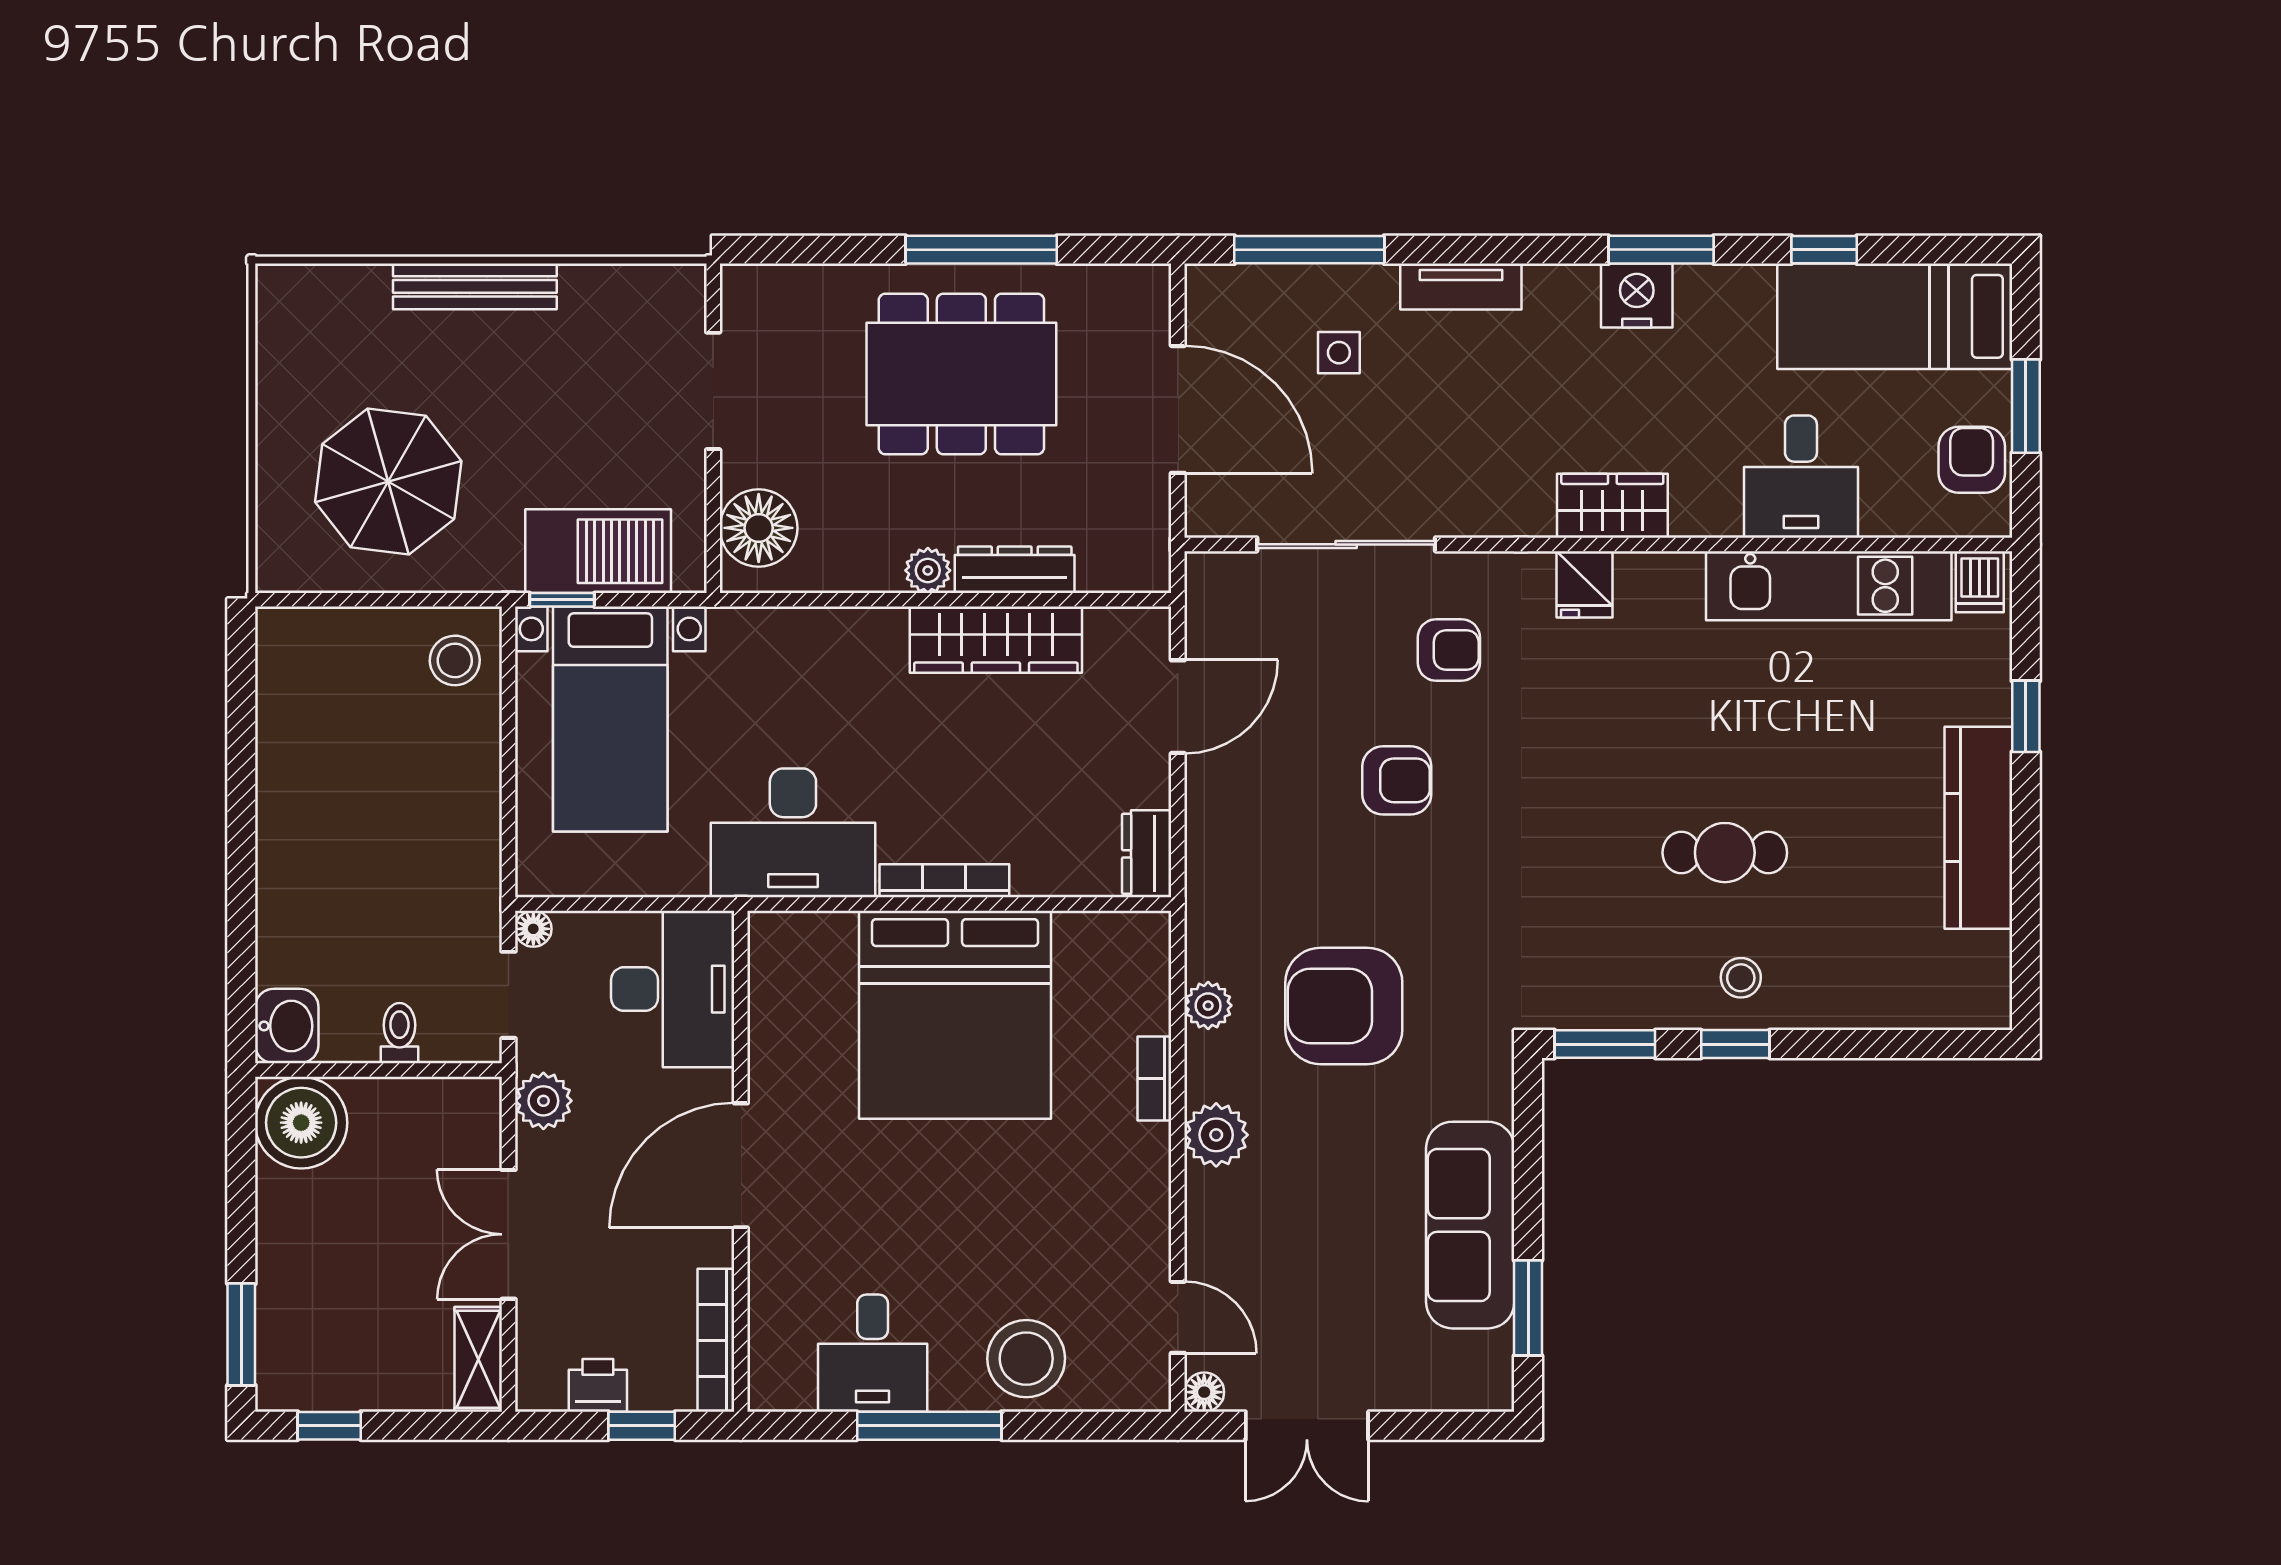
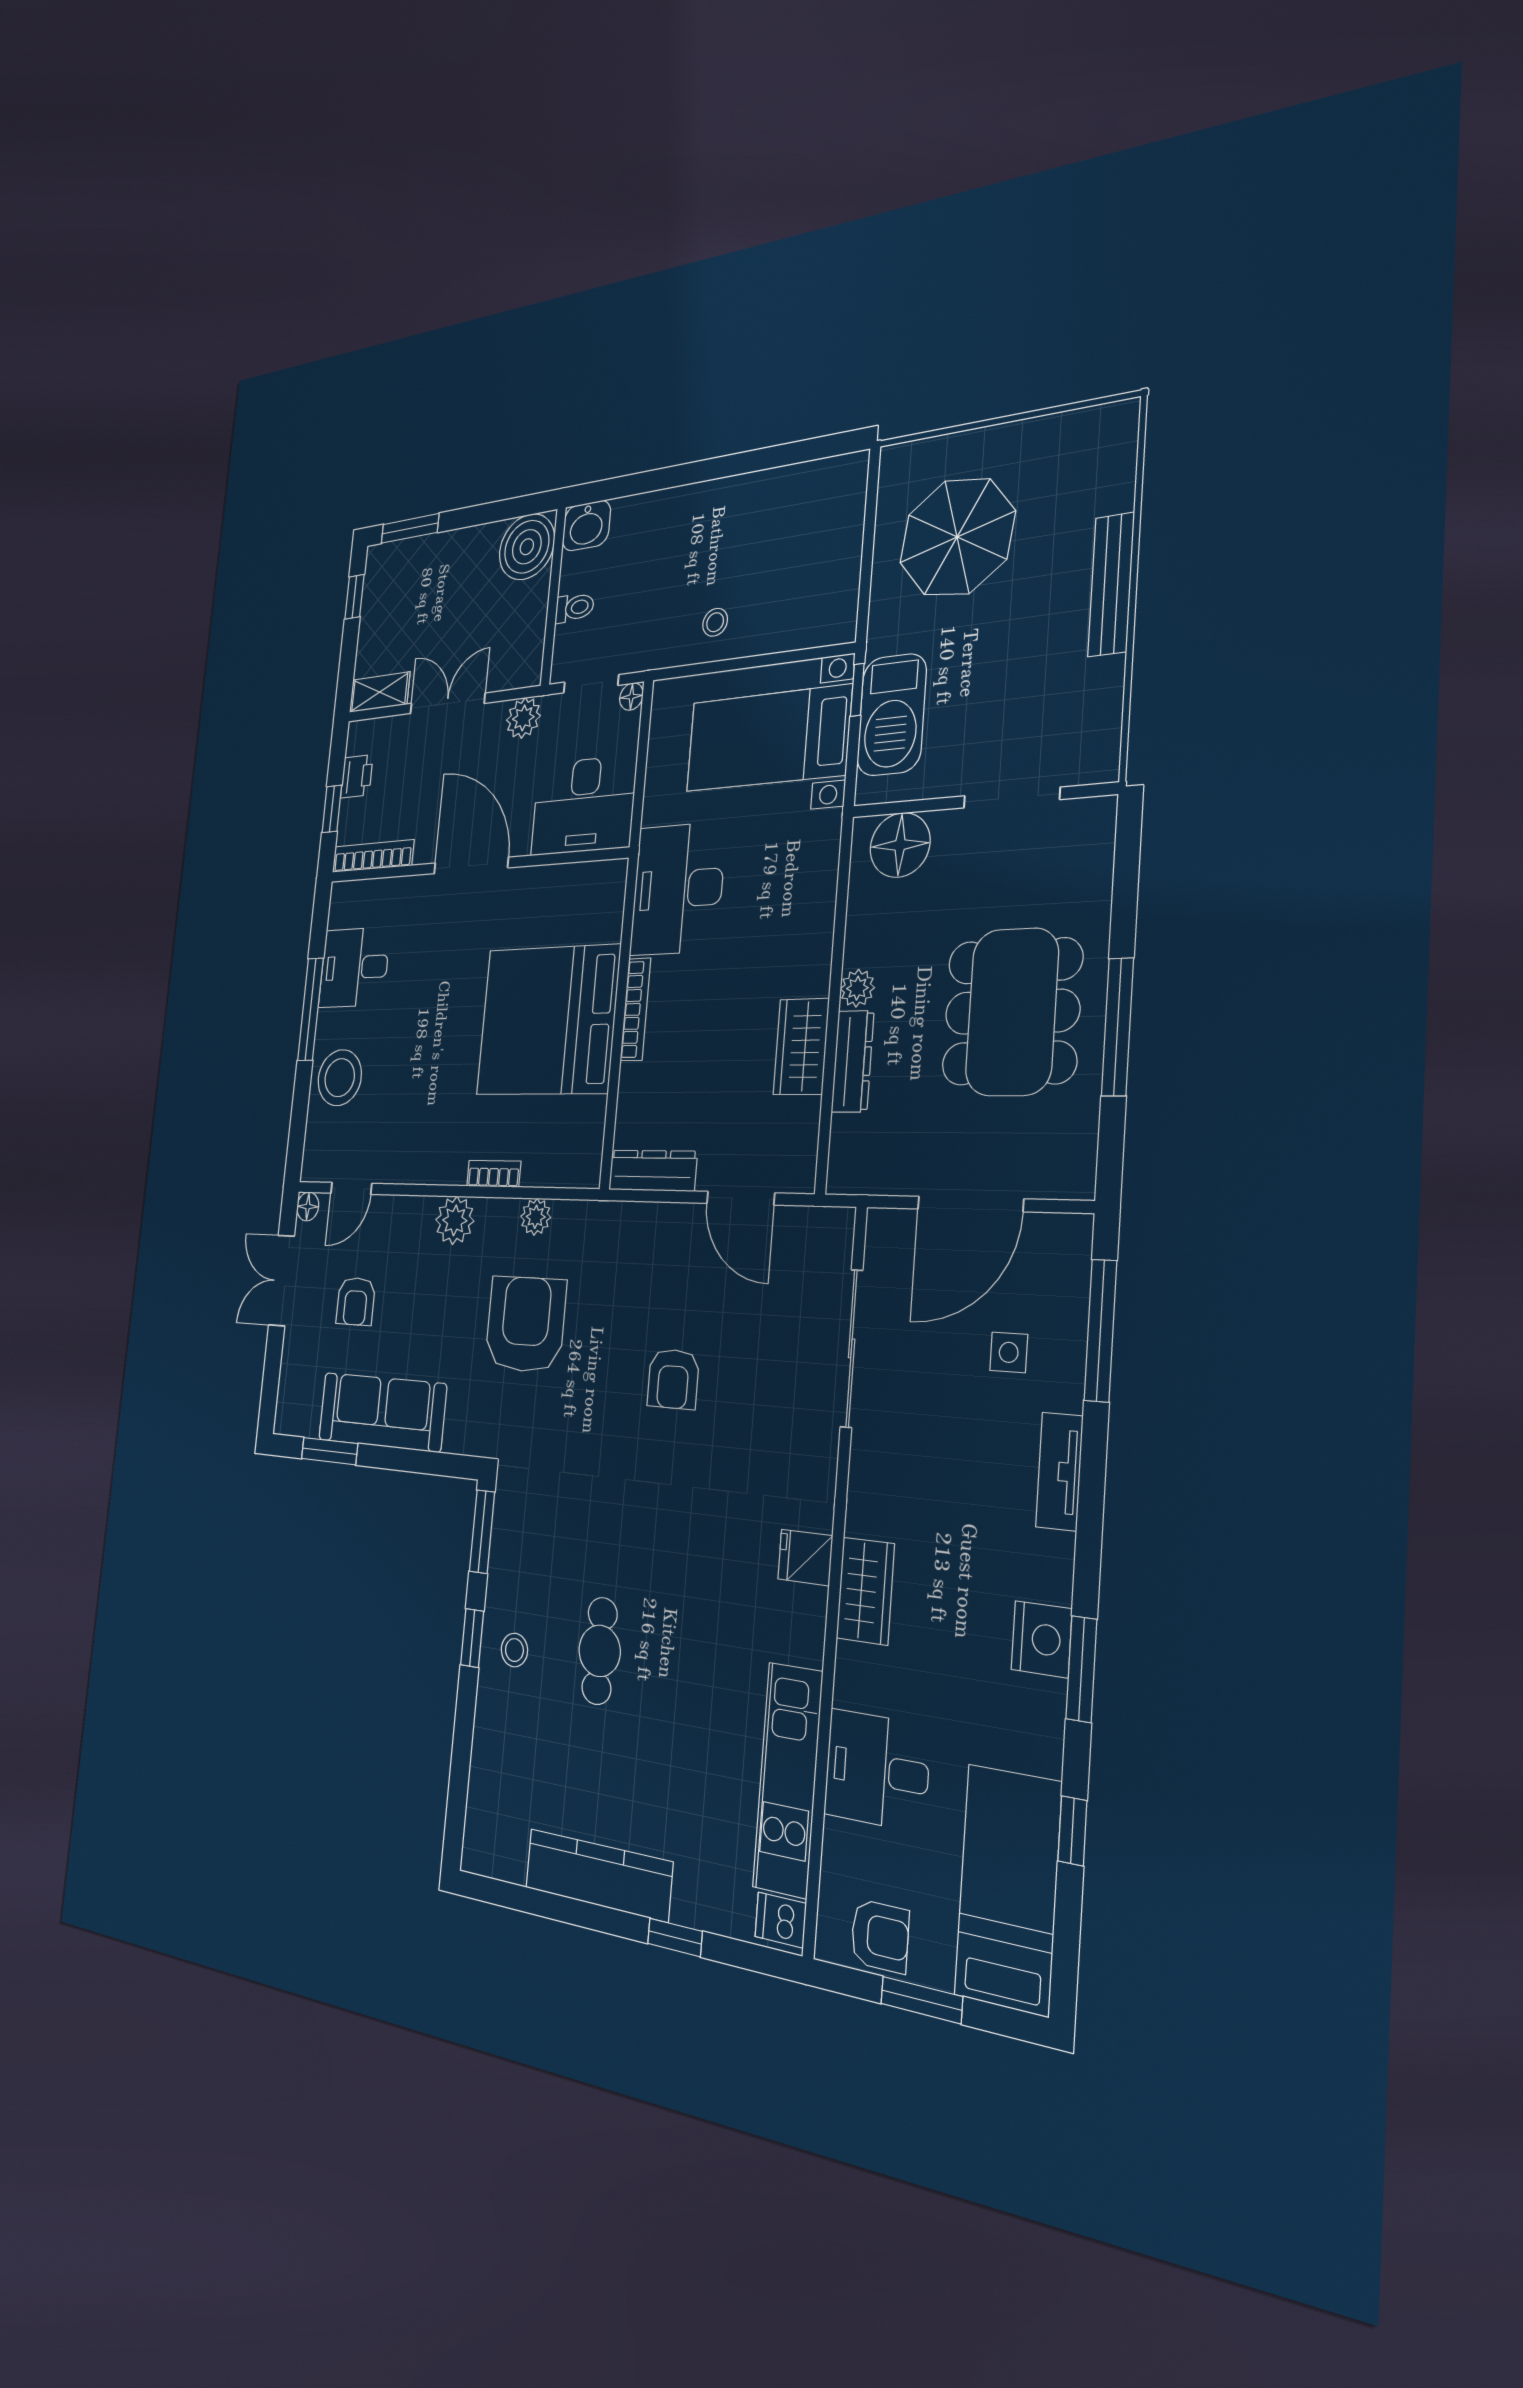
wardrobe: (996, 640) -> (801, 1047), width x0.67
armchair: (1449, 650) -> (356, 1301), moved
stool: (455, 660) -> (715, 622), moved, width x0.73, depth x0.73
dresser: (1147, 854) -> (653, 1171), width x1.44

